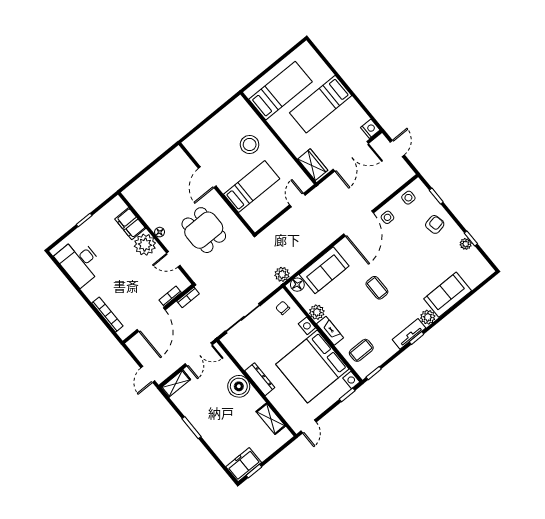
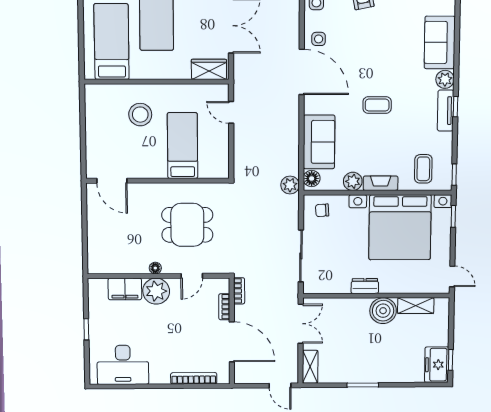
door: (207, 177) -> (112, 181), moved
dresser: (260, 379) -> (365, 286), width x0.70
boiler: (239, 386) -> (383, 311), moved

